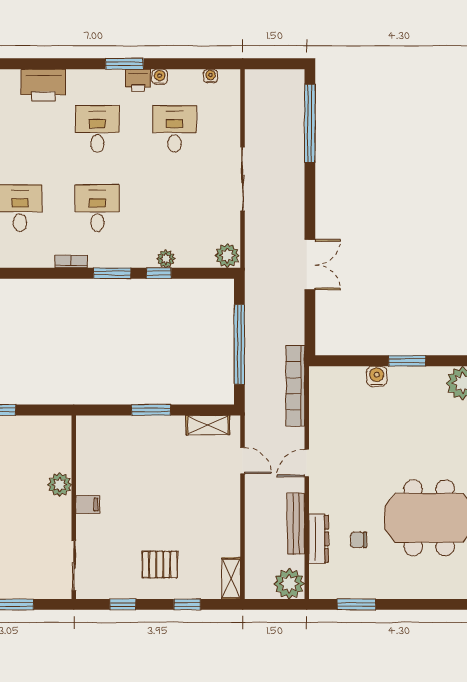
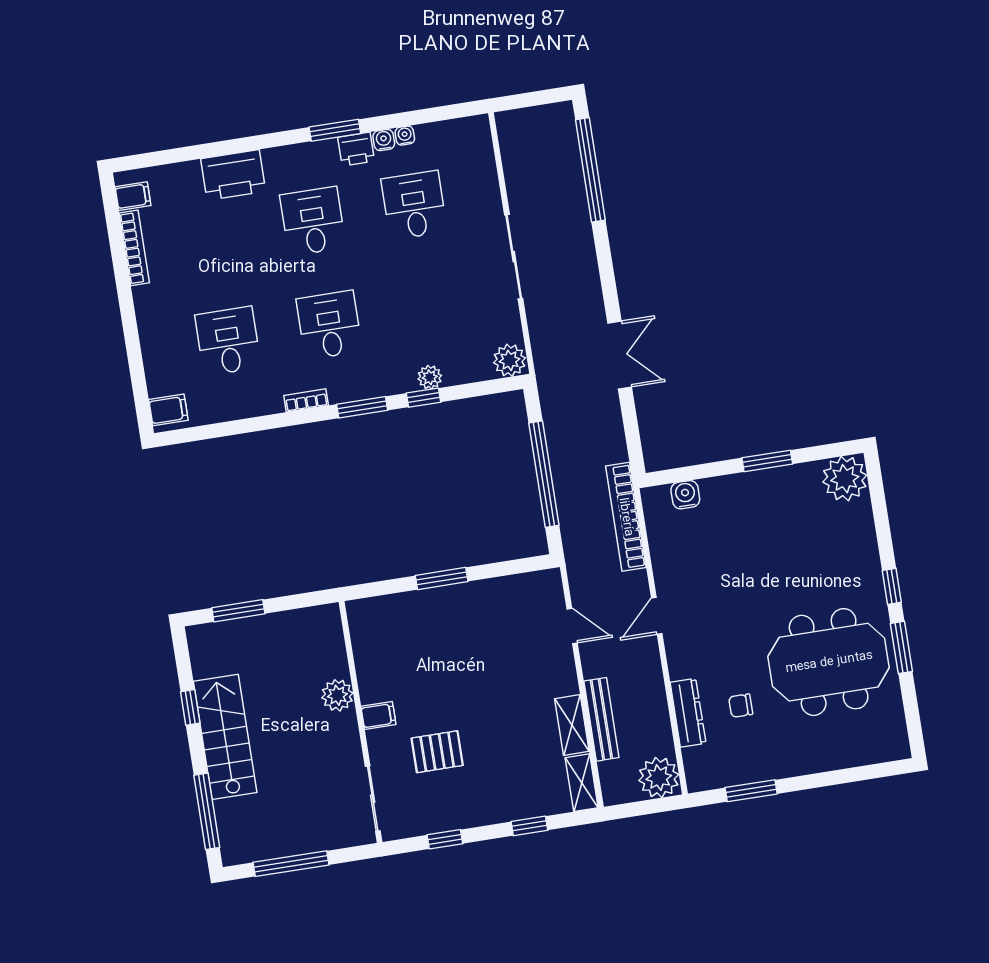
water cooler: (211, 76) -> (405, 136), moved
water cooler: (377, 376) -> (685, 495), moved
shelving: (208, 425) -> (572, 725), moved, turned 90
bench: (296, 524) -> (601, 719), moved
pallet: (160, 565) -> (437, 752), moved

